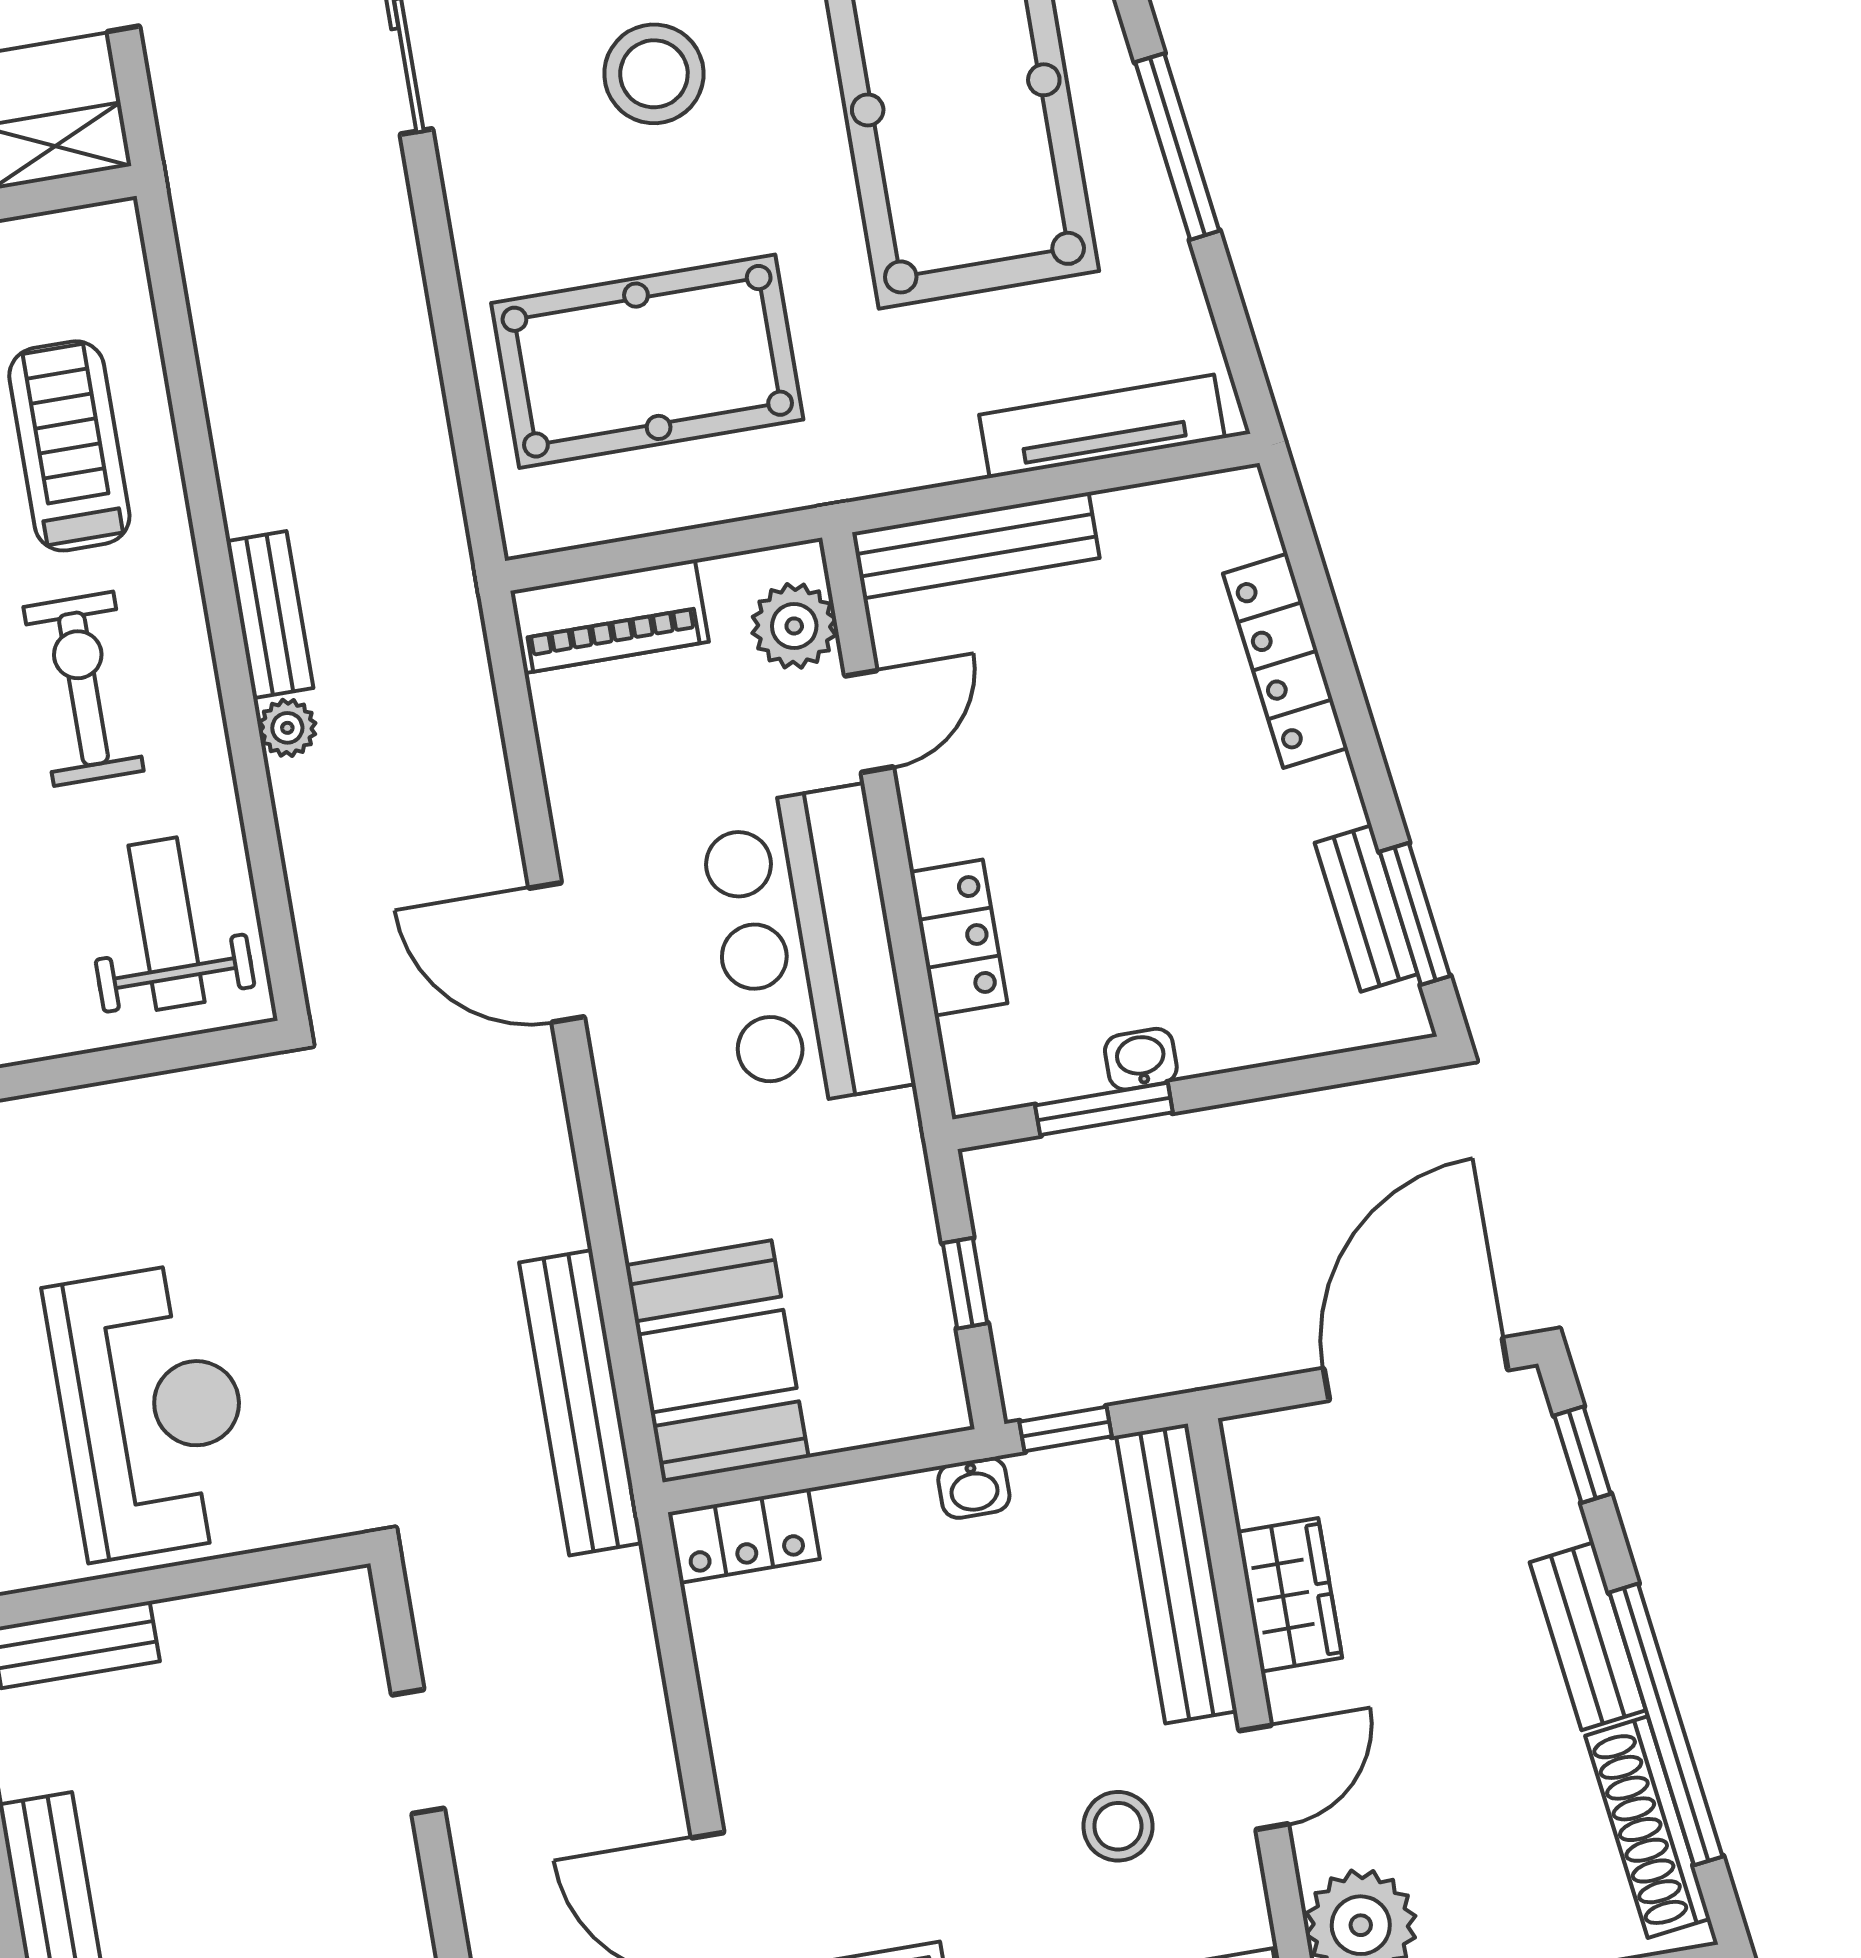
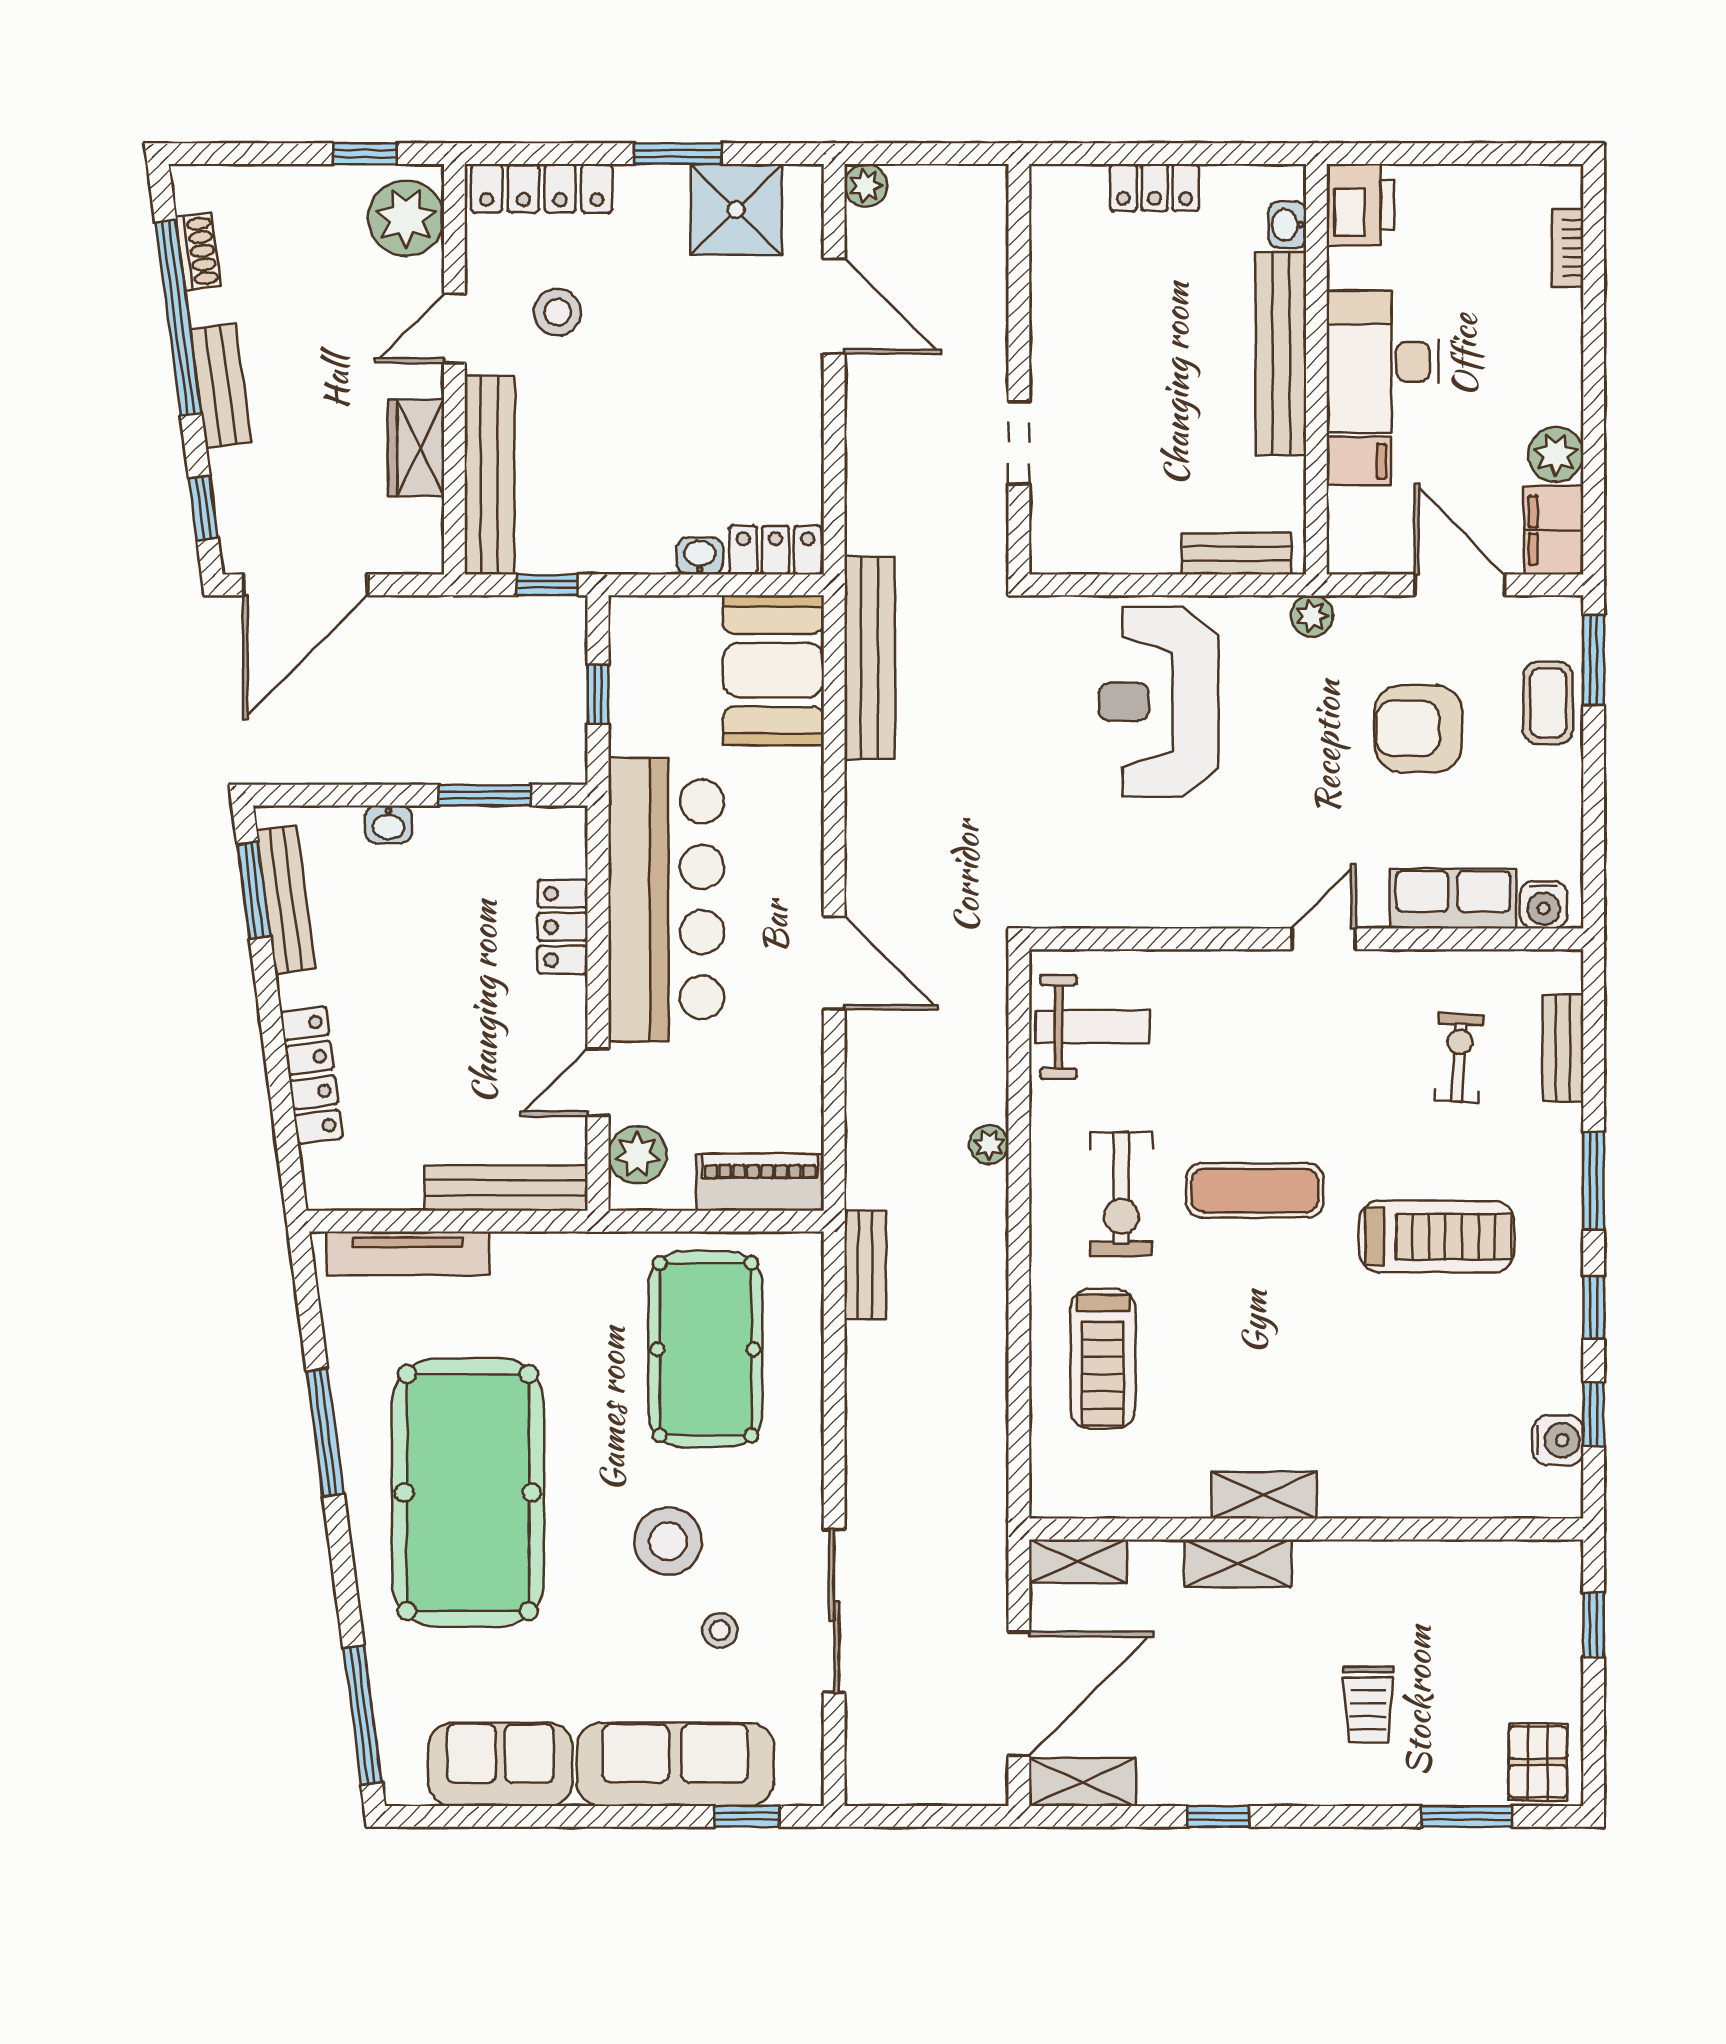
pool table: (647, 361) -> (705, 1349), turned 90
bench: (270, 615) -> (865, 1265), moved
bench: (1366, 908) -> (286, 900), width x1.36
weight bench: (167, 924) -> (1093, 1027), turned -90
bar counter: (806, 948) -> (666, 900), width x1.36
washbasin: (1141, 1059) -> (388, 824), moved
washbasin: (974, 1488) -> (700, 556), moved
shoe rack: (1648, 1827) -> (198, 251), width x0.51, depth x0.81

